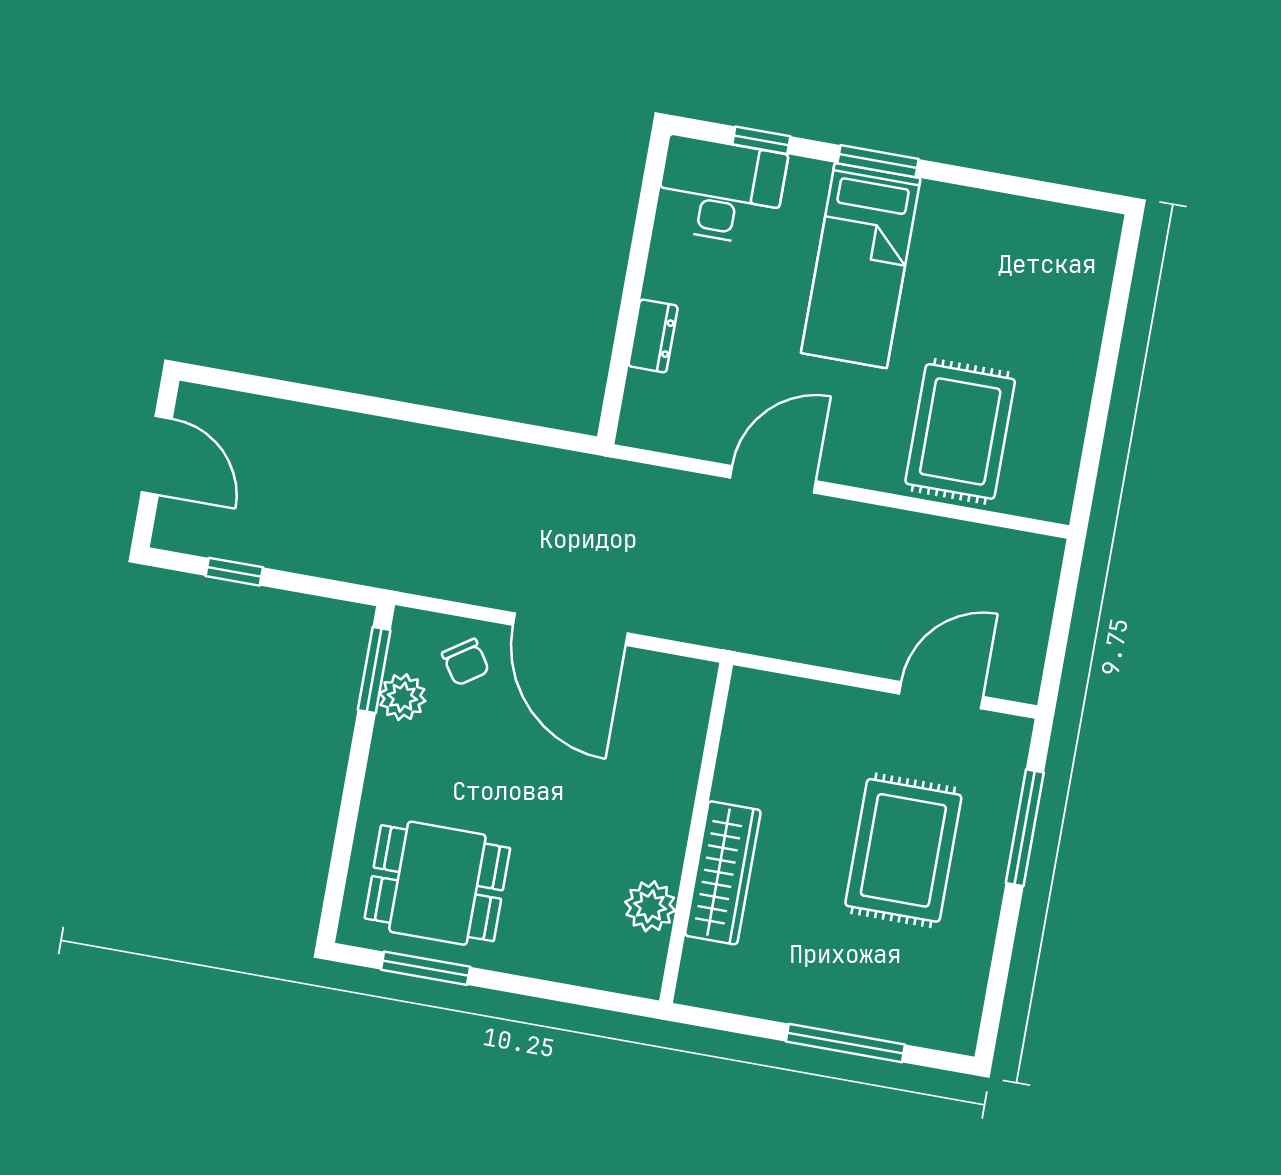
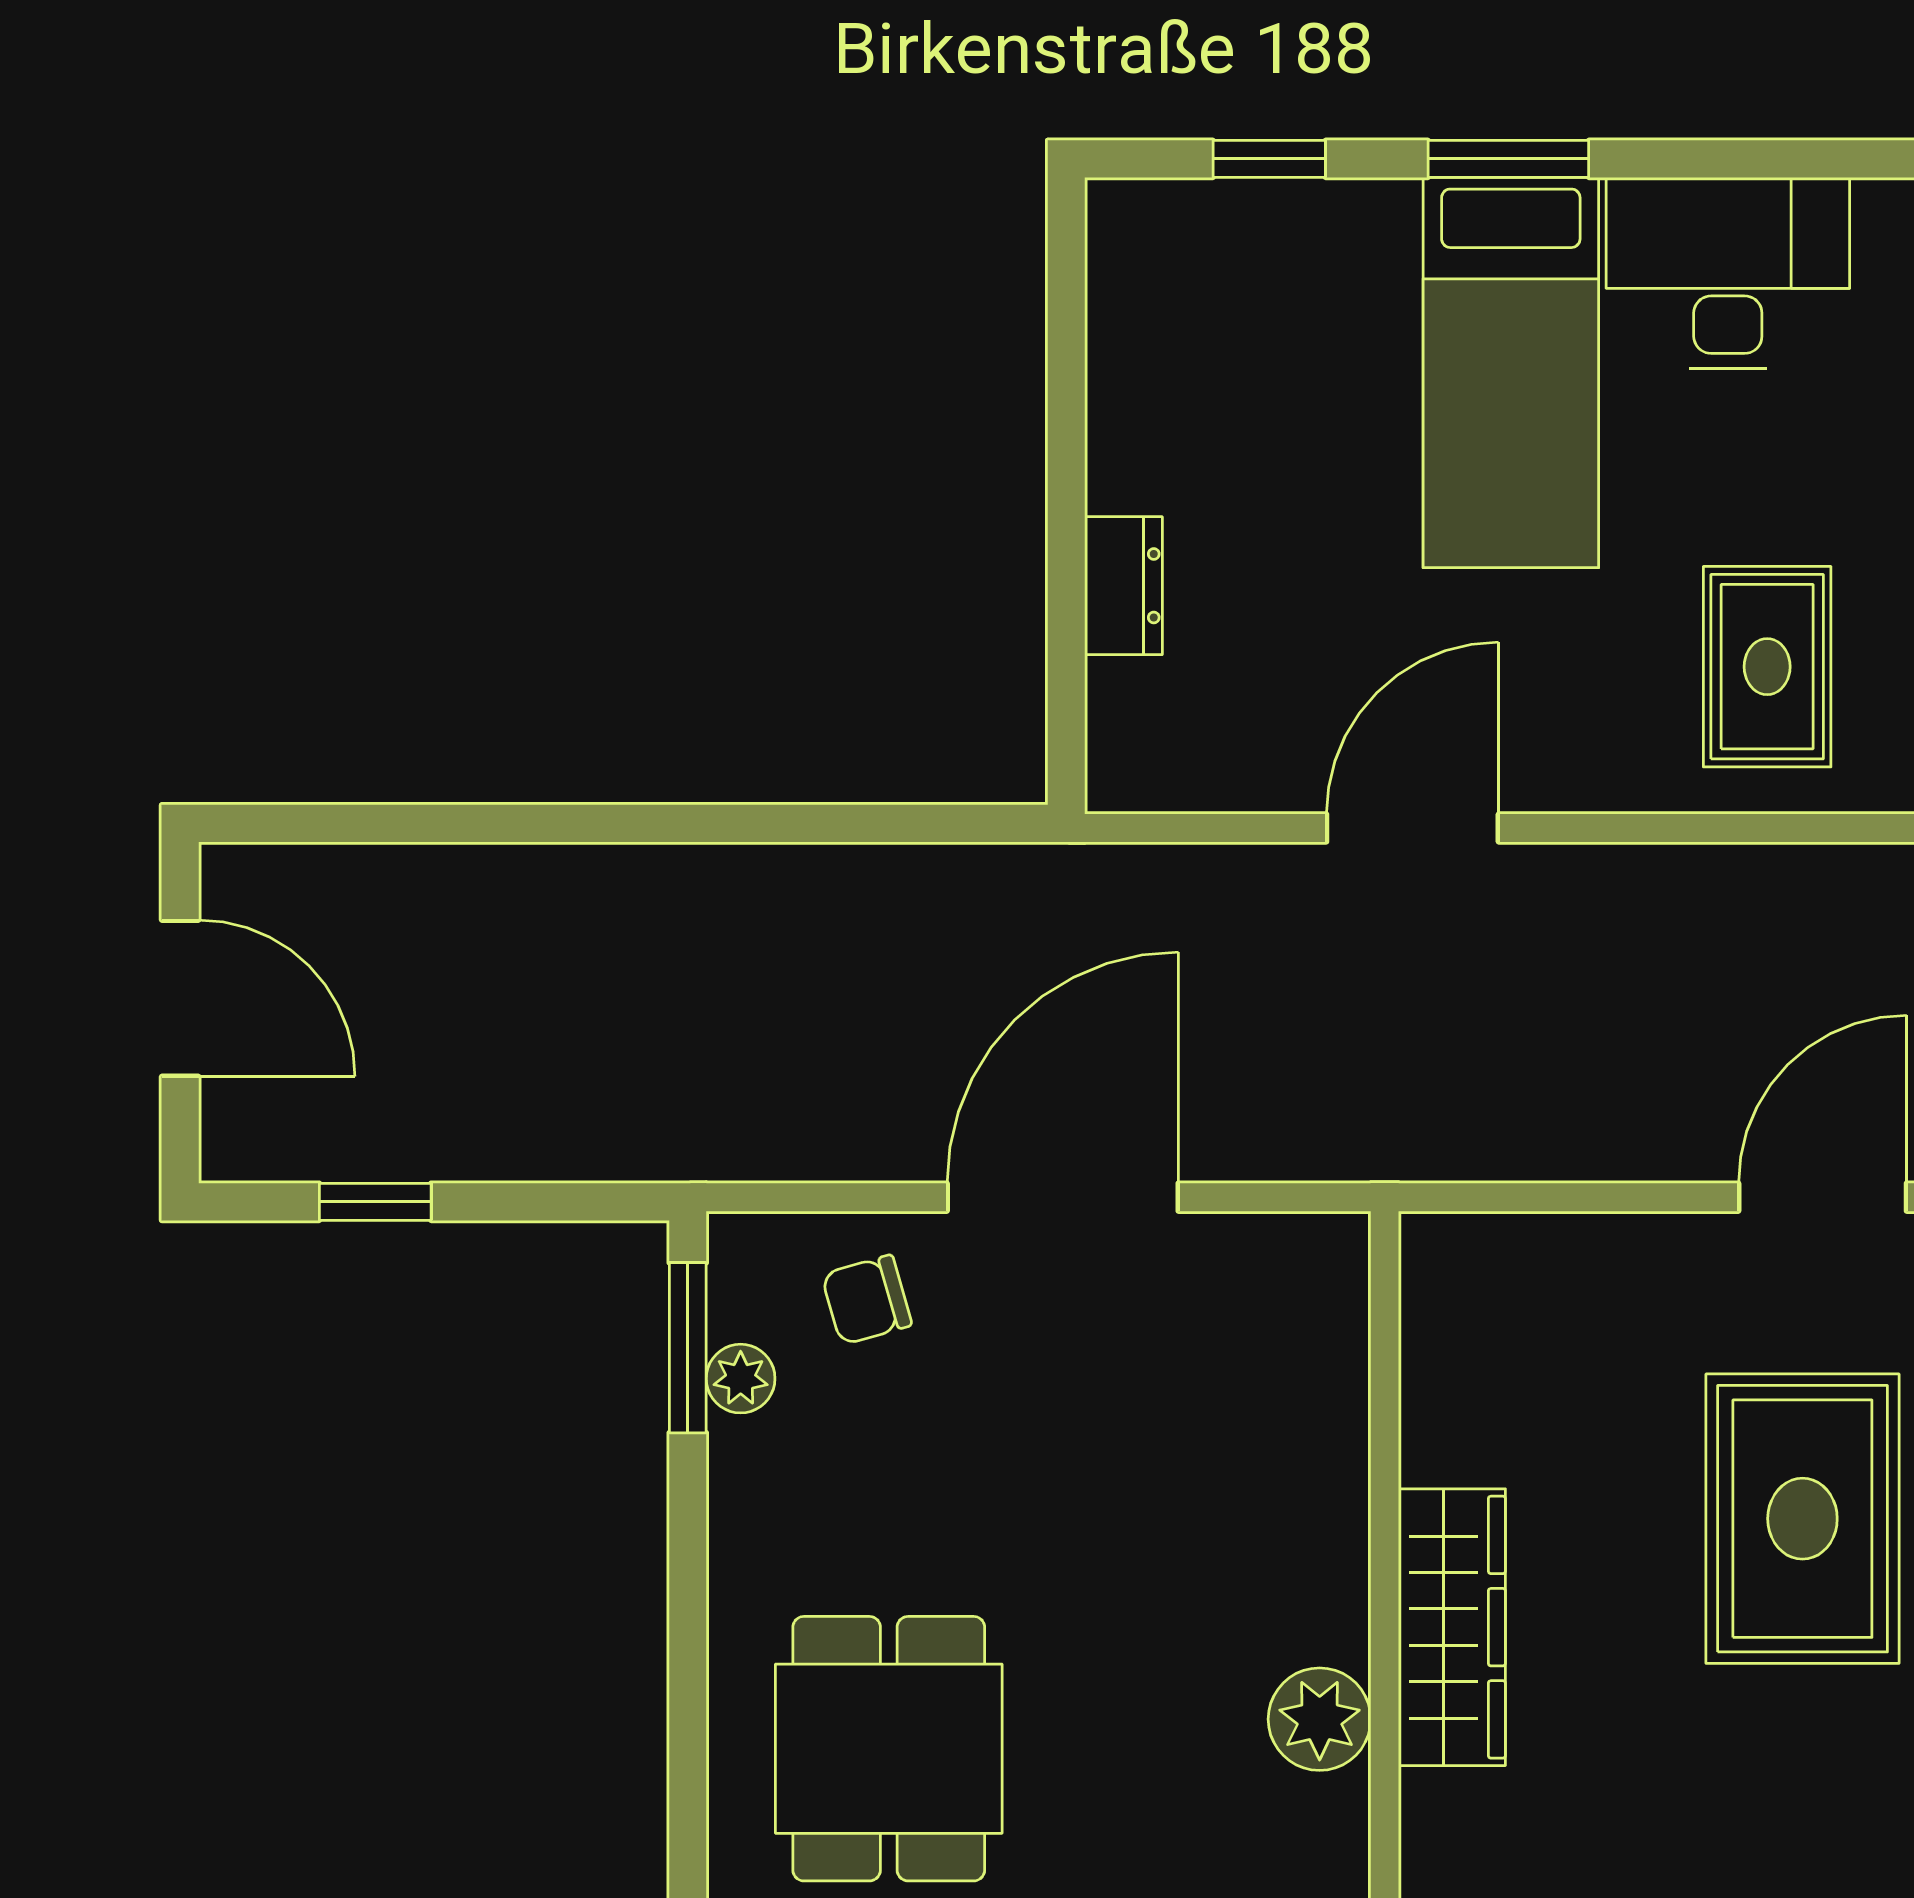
desk: (721, 191) -> (1728, 273), moved
rug: (960, 431) -> (1767, 667), width x0.73, depth x0.70
door: (570, 629) -> (1063, 1197), swing flipped
chair: (466, 662) -> (867, 1300), turned 108
plant: (402, 697) -> (741, 1379), width x0.73, depth x0.73
dining table: (437, 883) -> (889, 1749), turned 90

